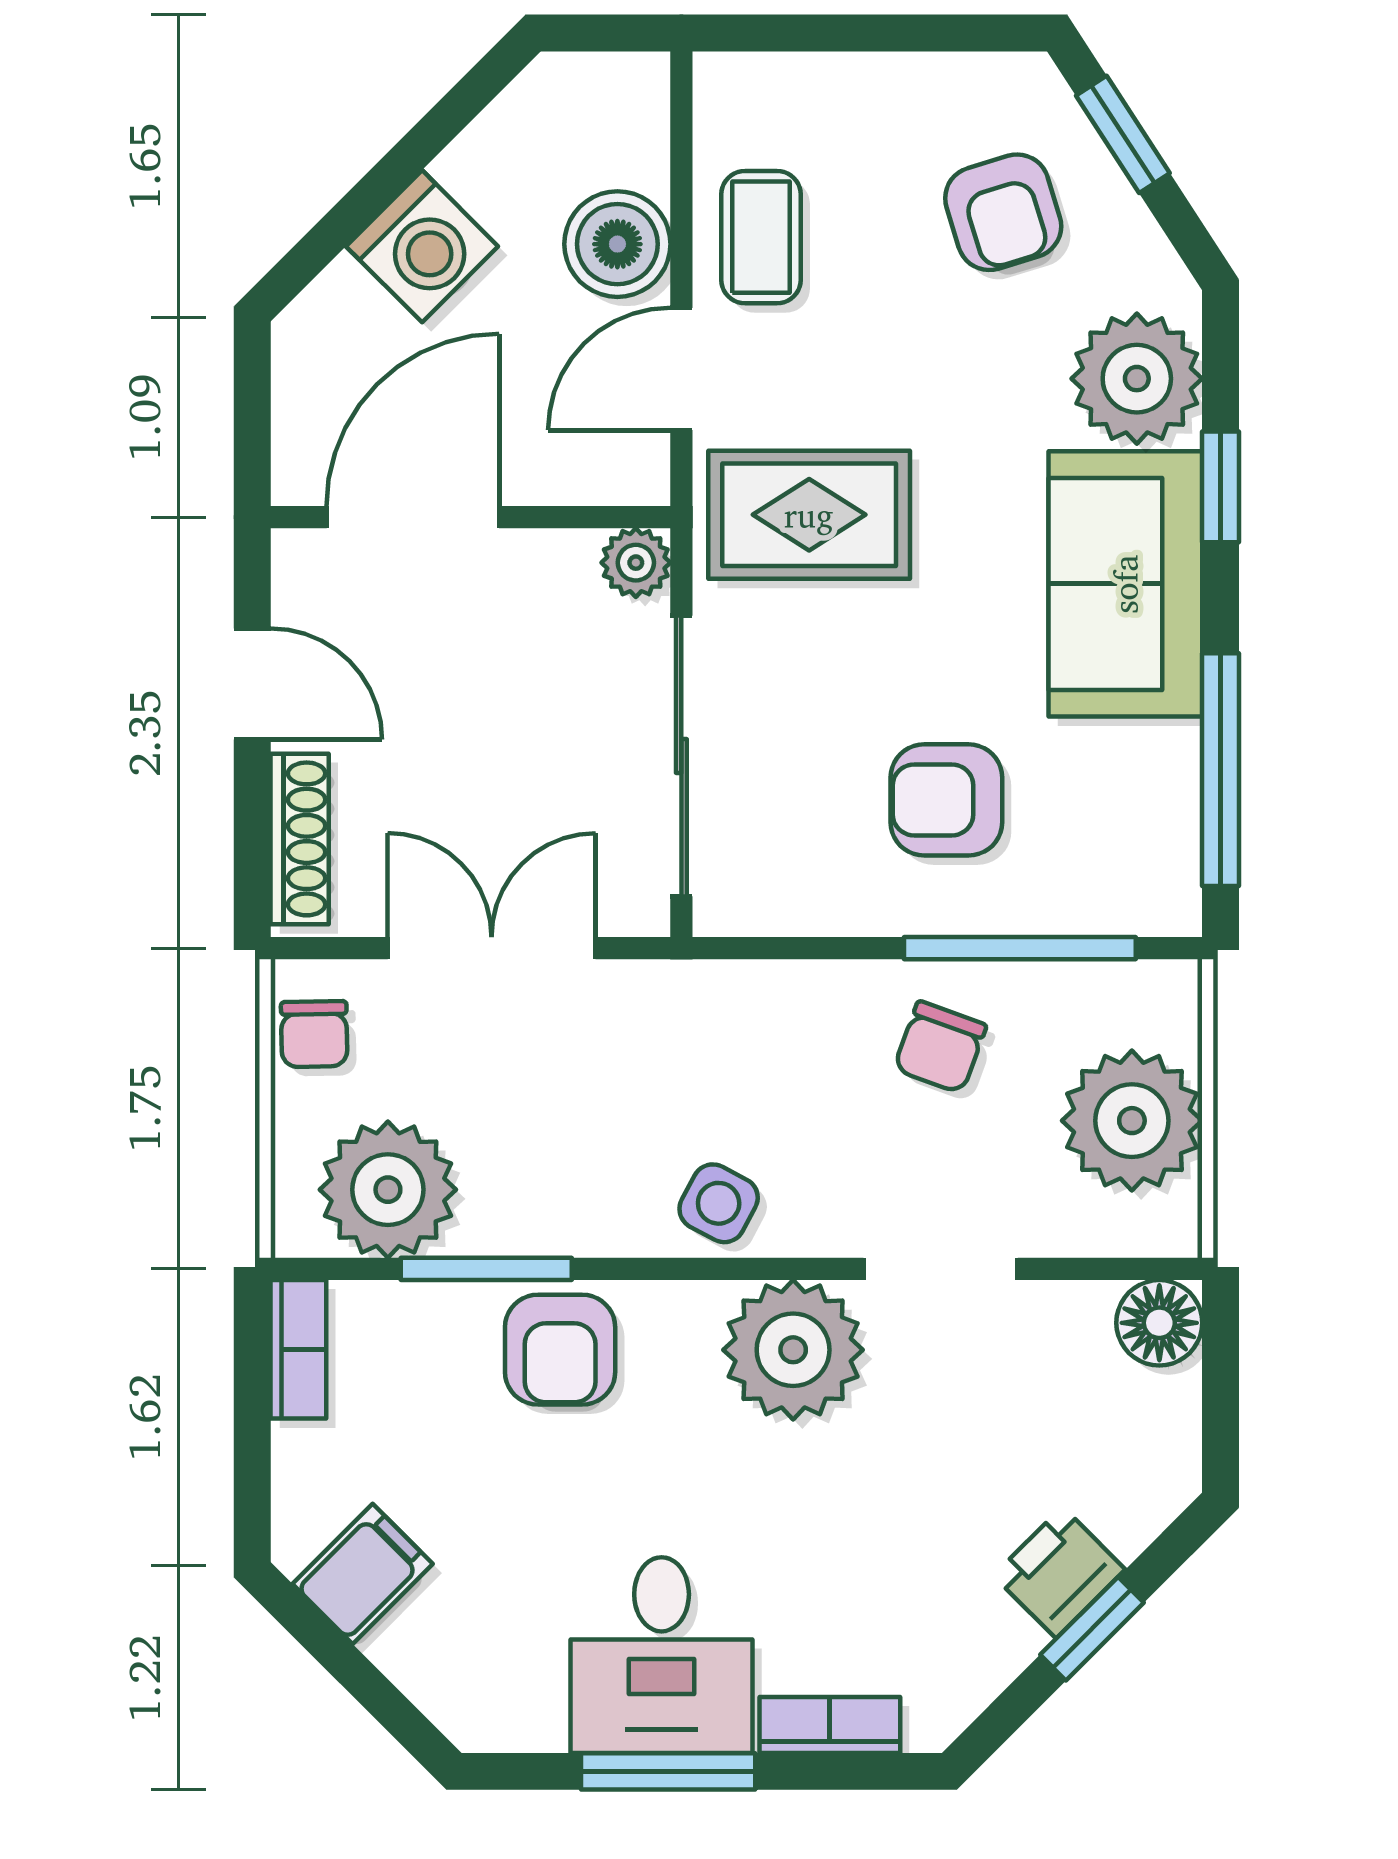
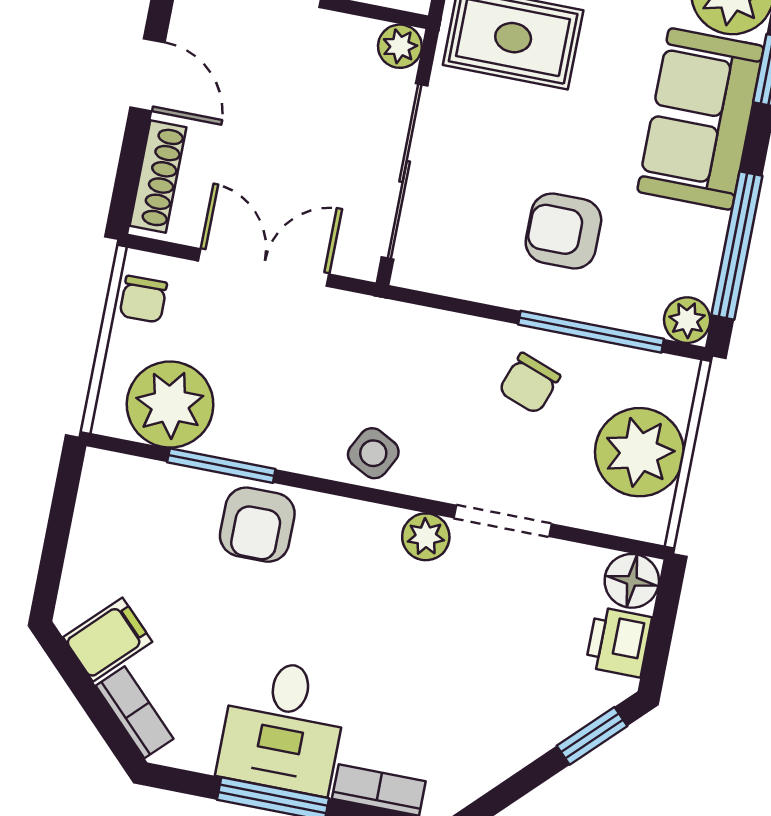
plant: (1166, 901) -> (687, 320), added
bookcase: (298, 1349) -> (135, 712), moved, turned -45
plant: (793, 1350) -> (426, 537), width x0.53, depth x0.53
printer: (1059, 1572) -> (619, 642), moved, turned -45
window: (1092, 1629) -> (592, 736), moved

